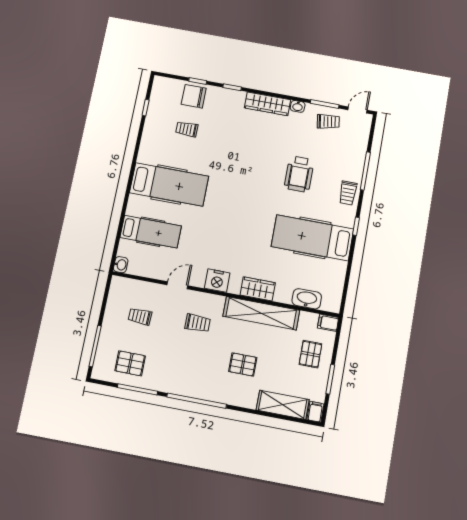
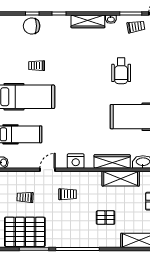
trolley: (187, 129) -> (37, 66), moved
wardrobe: (258, 289) -> (112, 161), width x1.50
shelving: (261, 313) -> (121, 179), width x0.68
pallet: (130, 363) -> (25, 232), width x2.05, depth x2.00

